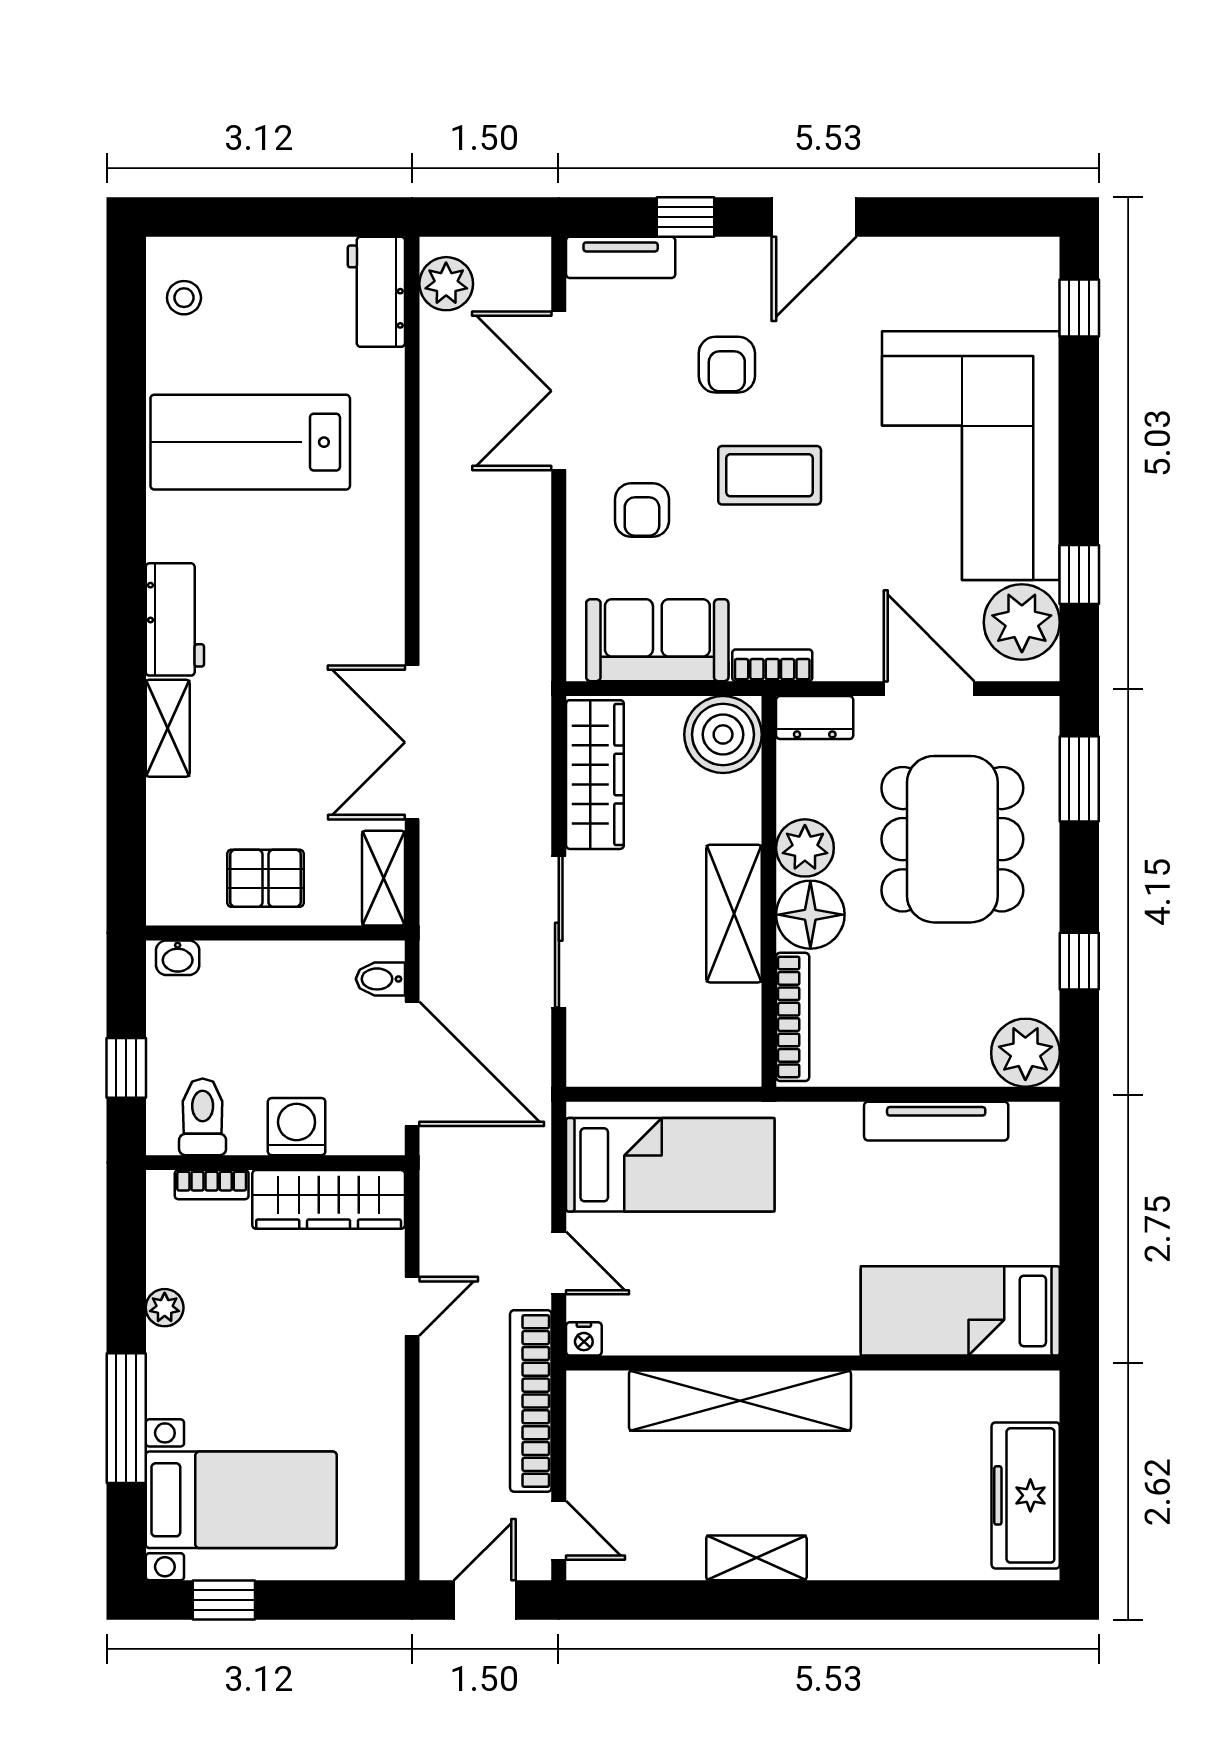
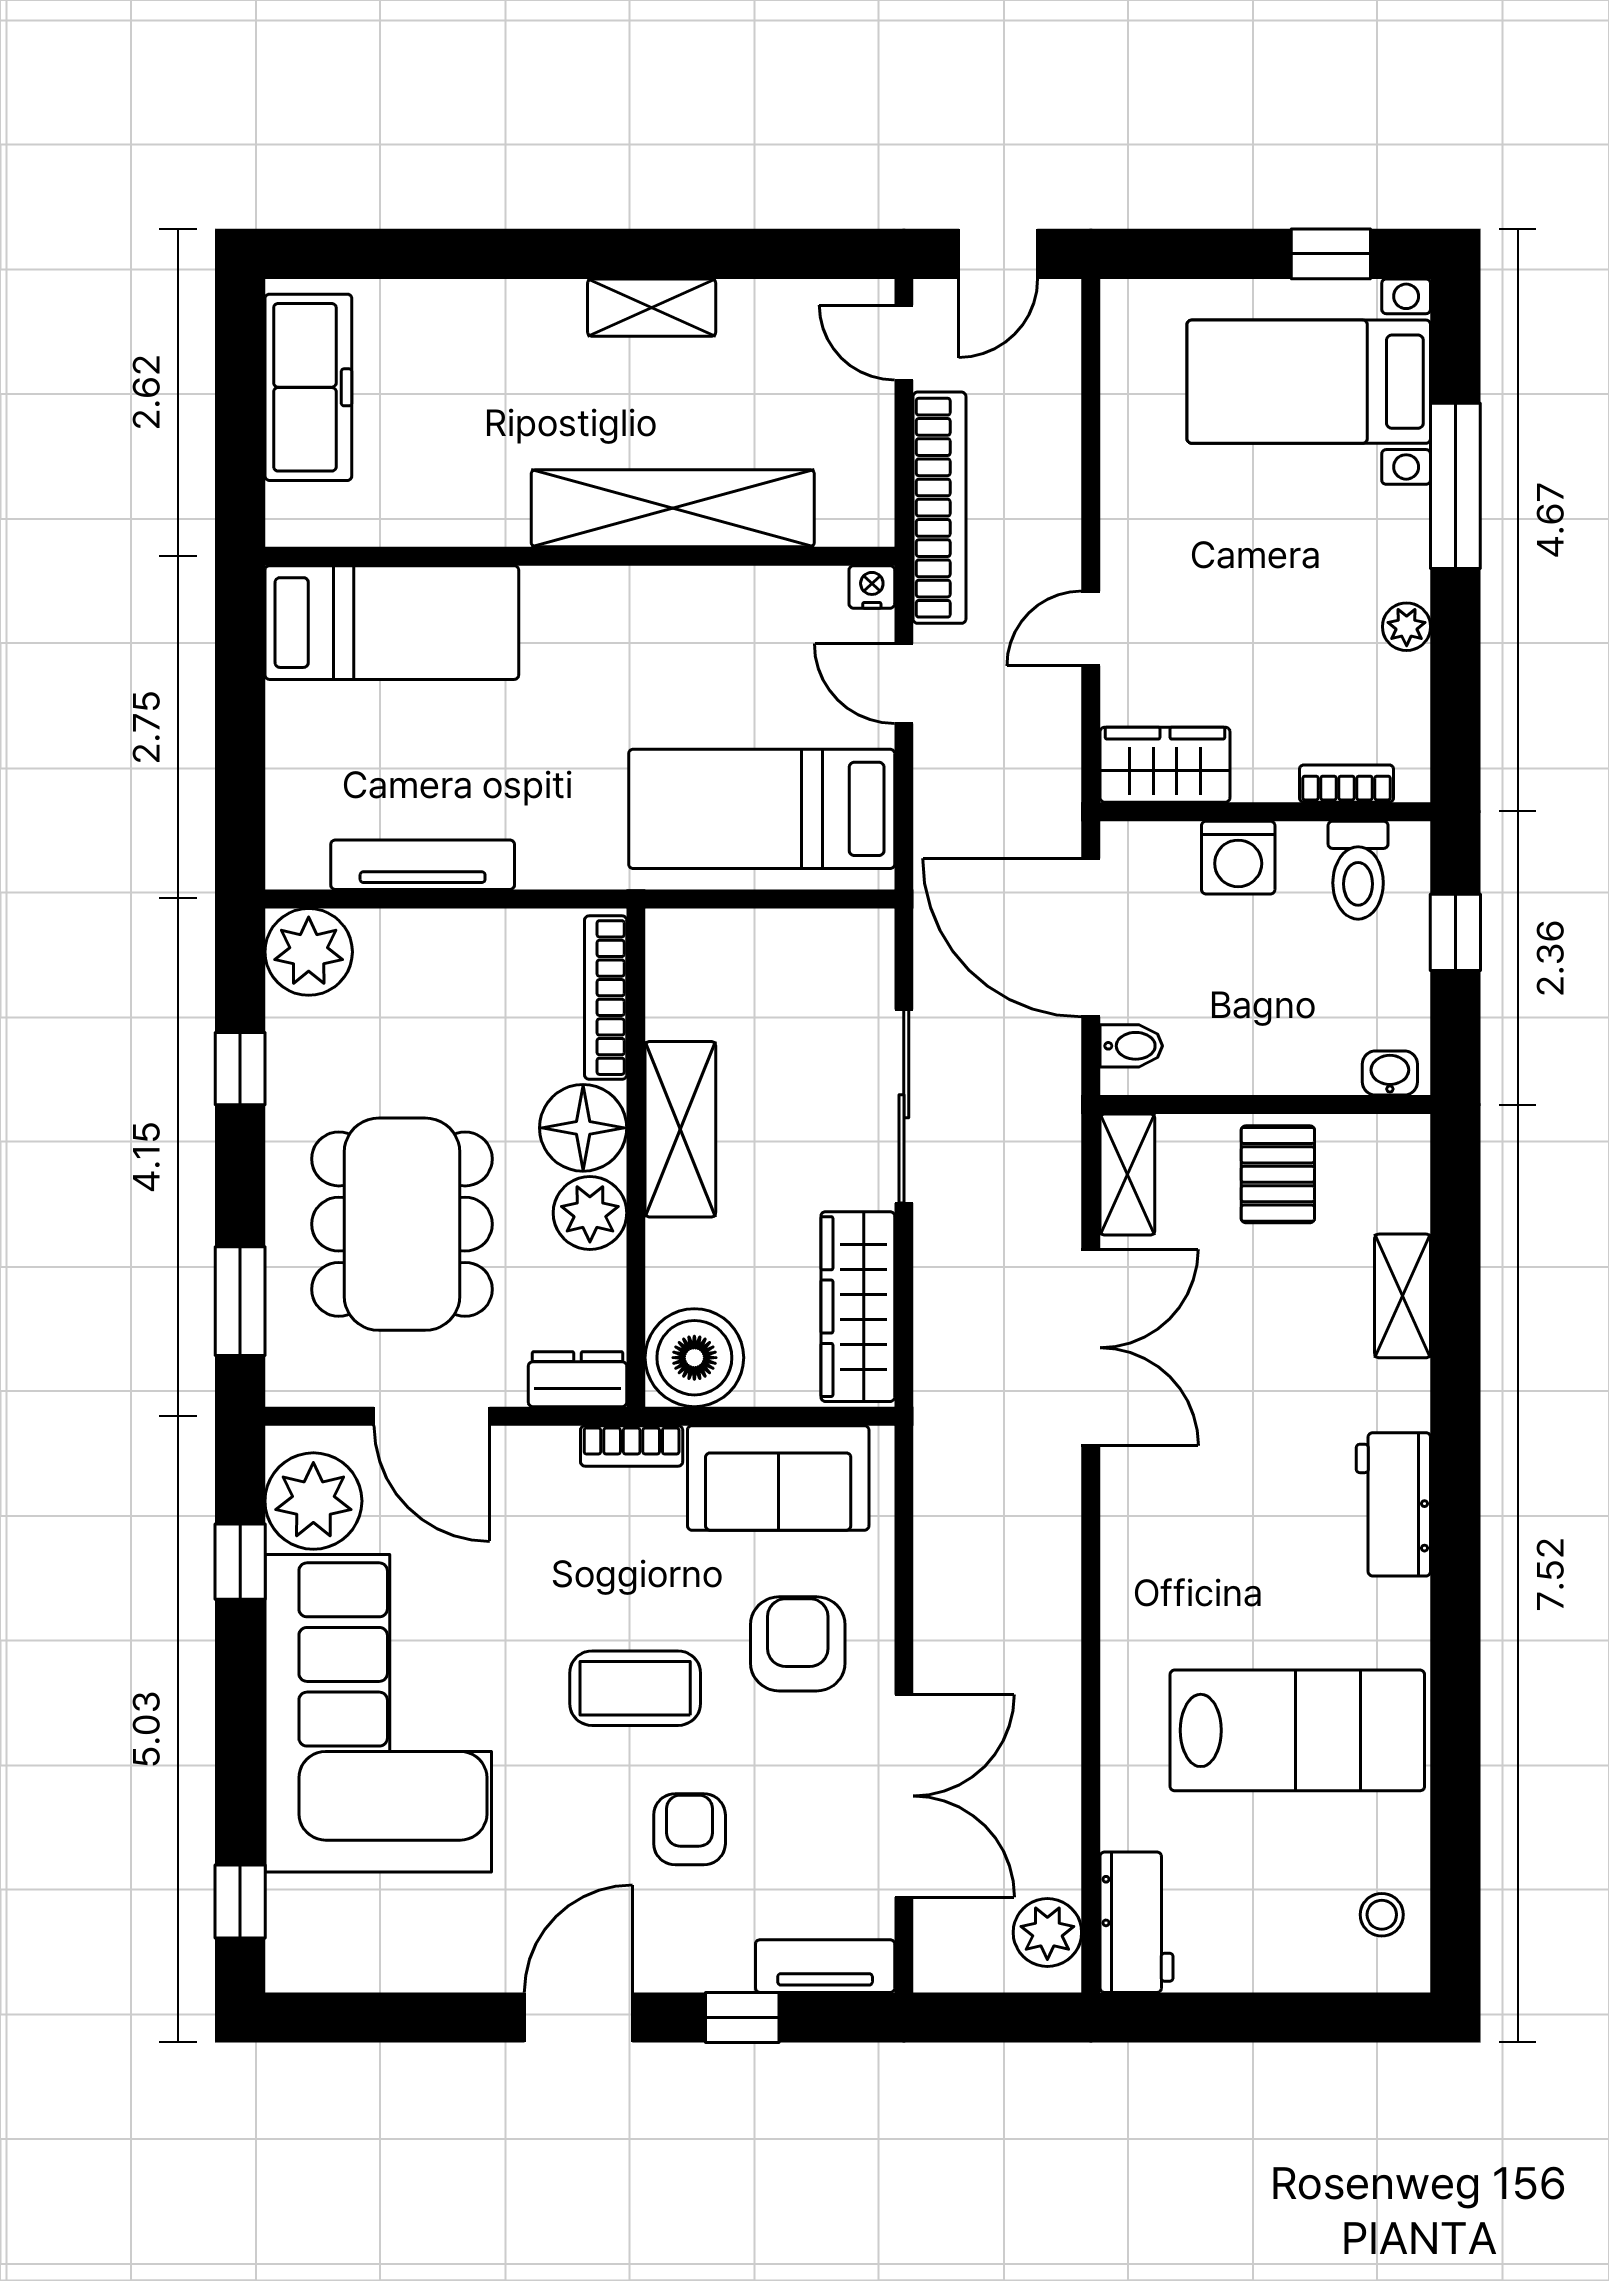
armchair: (642, 510) -> (798, 1644), width x1.38, depth x1.38
shelving: (168, 728) -> (1403, 1296), moved
pallet: (265, 878) -> (1278, 1174), turned 90
wardrobe: (329, 1199) -> (1165, 765), width x0.67

